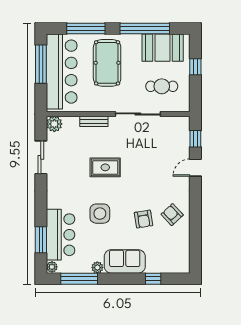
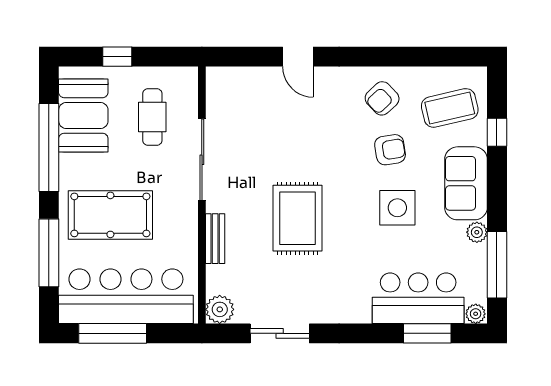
window: (195, 139) -> (246, 57), removed
rug: (105, 167) -> (298, 218), width x1.36, depth x1.43
side table: (100, 214) -> (397, 208), moved
coffee table: (167, 252) -> (450, 108), added

